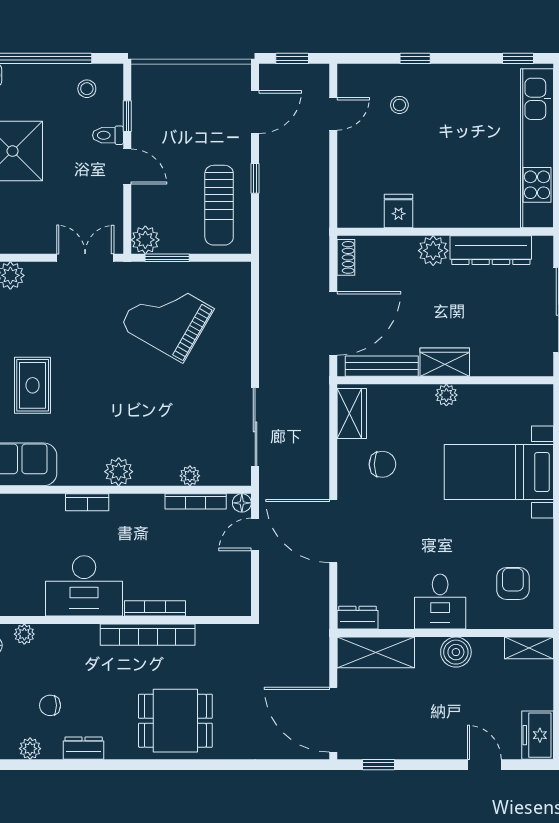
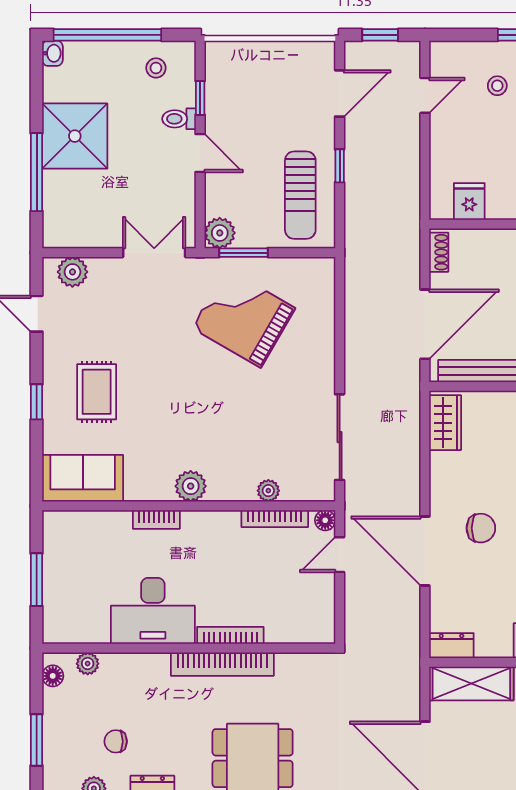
fridge: (399, 211) -> (469, 201), moved
chair: (382, 464) -> (481, 528), moved

